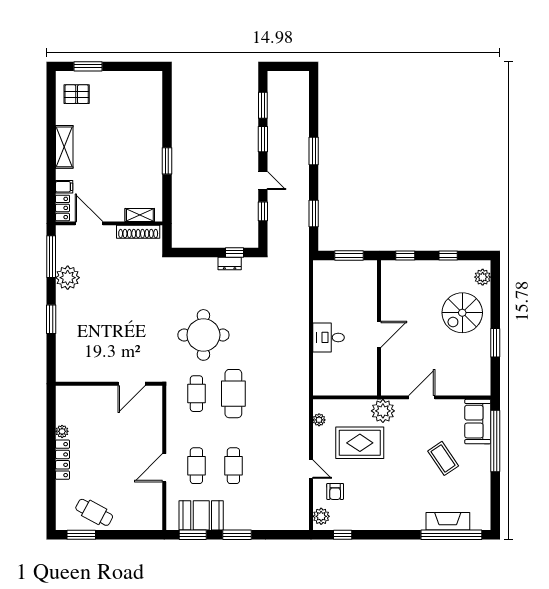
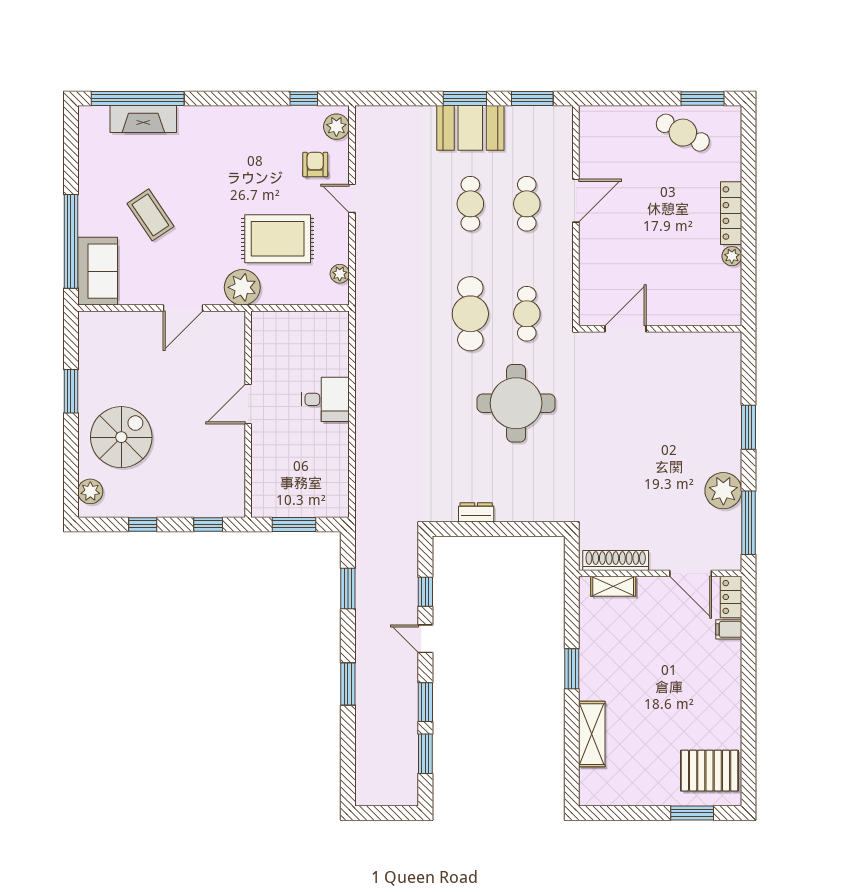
pallet: (77, 94) -> (710, 771), width x1.50, depth x1.42
shelving: (64, 147) -> (592, 734), moved
window: (234, 252) -> (469, 529), removed
booth: (201, 515) -> (470, 128), moved

